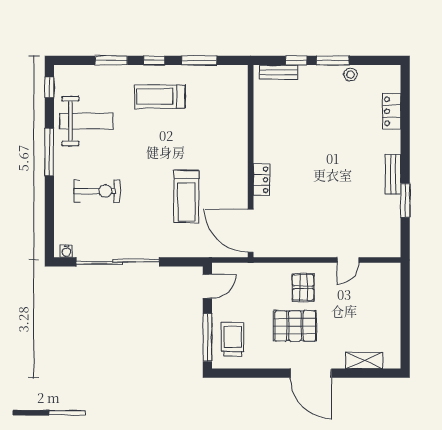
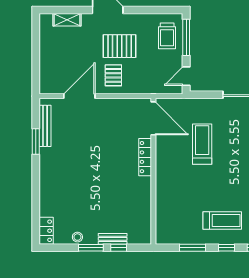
bench: (278, 72) -> (113, 239), moved
locker: (392, 111) -> (46, 231), moved
bench: (393, 174) -> (45, 126), moved, width x1.36
locker: (261, 180) -> (145, 157), width x1.53
door: (348, 260) -> (79, 96), width x1.88

